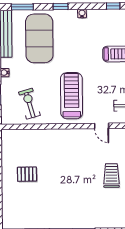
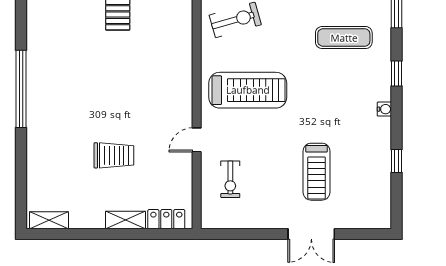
exercise mat: (39, 38) -> (344, 38), width x0.50, depth x0.69

